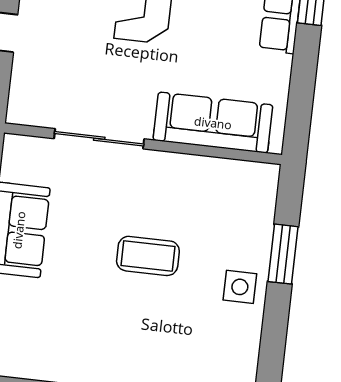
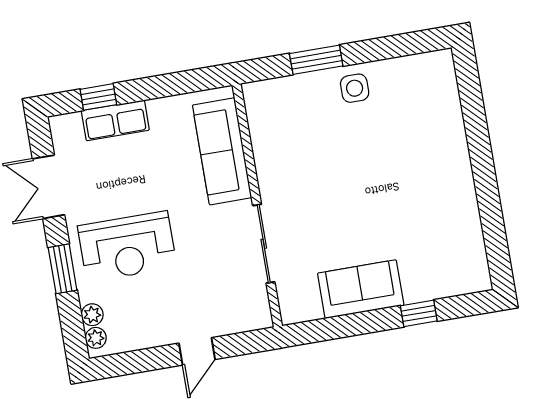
coffee table: (148, 256) -> (351, 174), removed

